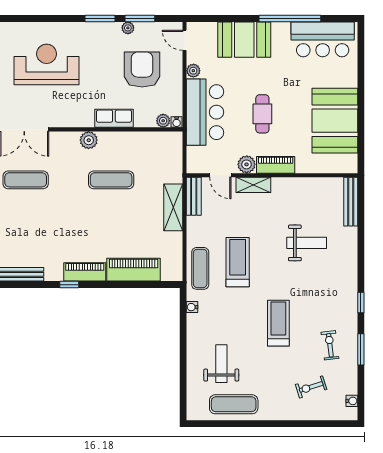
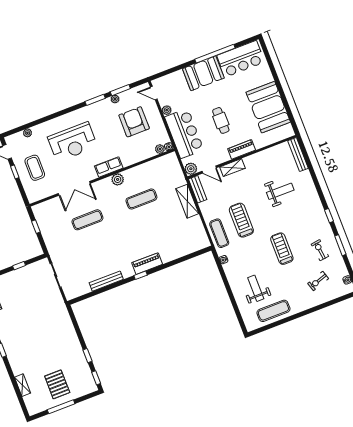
booth: (244, 40) -> (203, 73), moved
reception desk: (47, 64) -> (73, 142), turned 180
row of seats: (114, 118) -> (109, 167), moved
plant: (247, 164) -> (191, 169), moved
piano: (134, 270) -> (177, 250), removed

